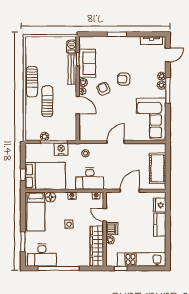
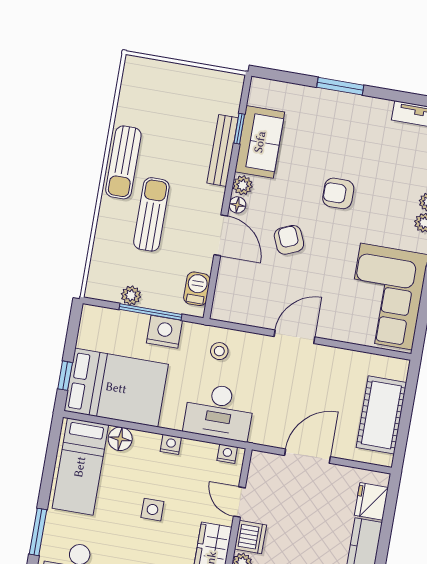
barbecue: (72, 47) -> (197, 289), moved
armchair: (103, 89) -> (289, 240), moved

